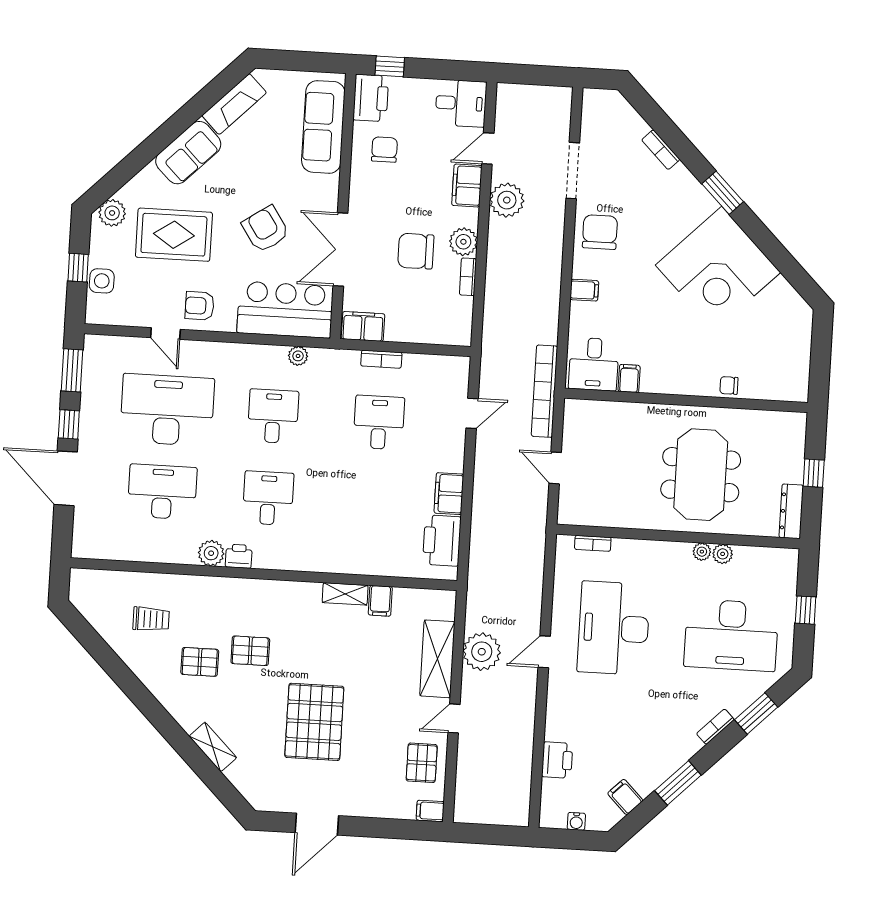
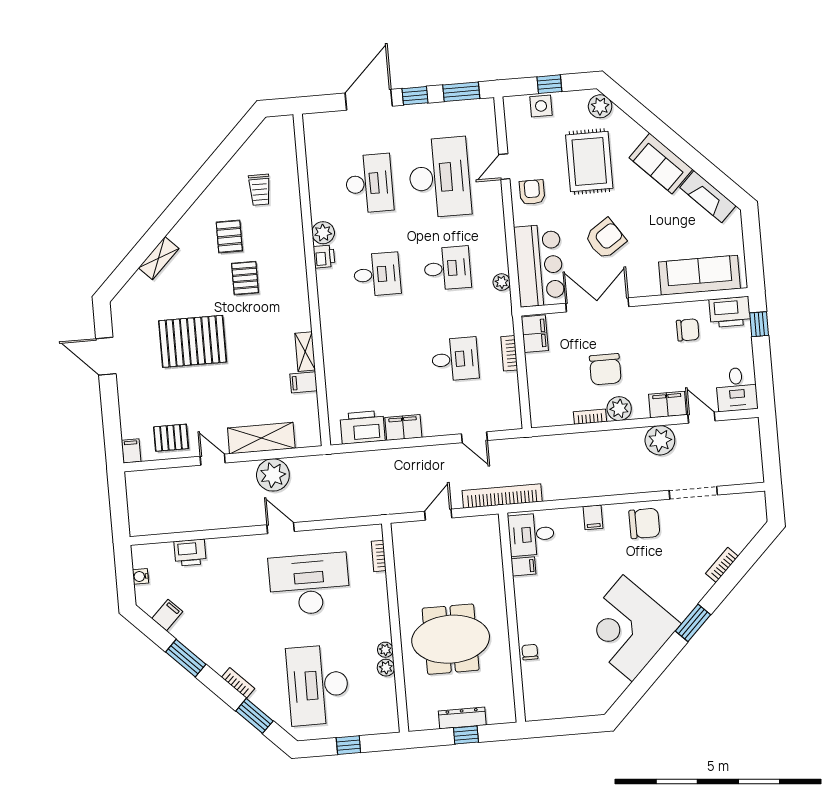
chair: (416, 251) -> (605, 369), turned 180
dresser: (791, 511) -> (462, 718), moved

